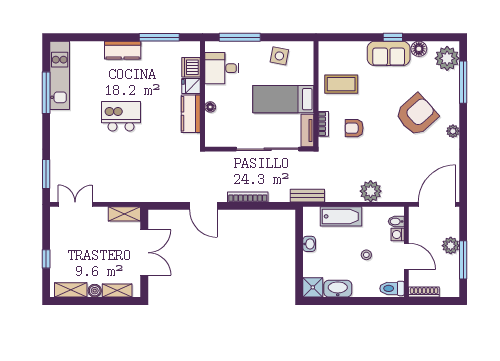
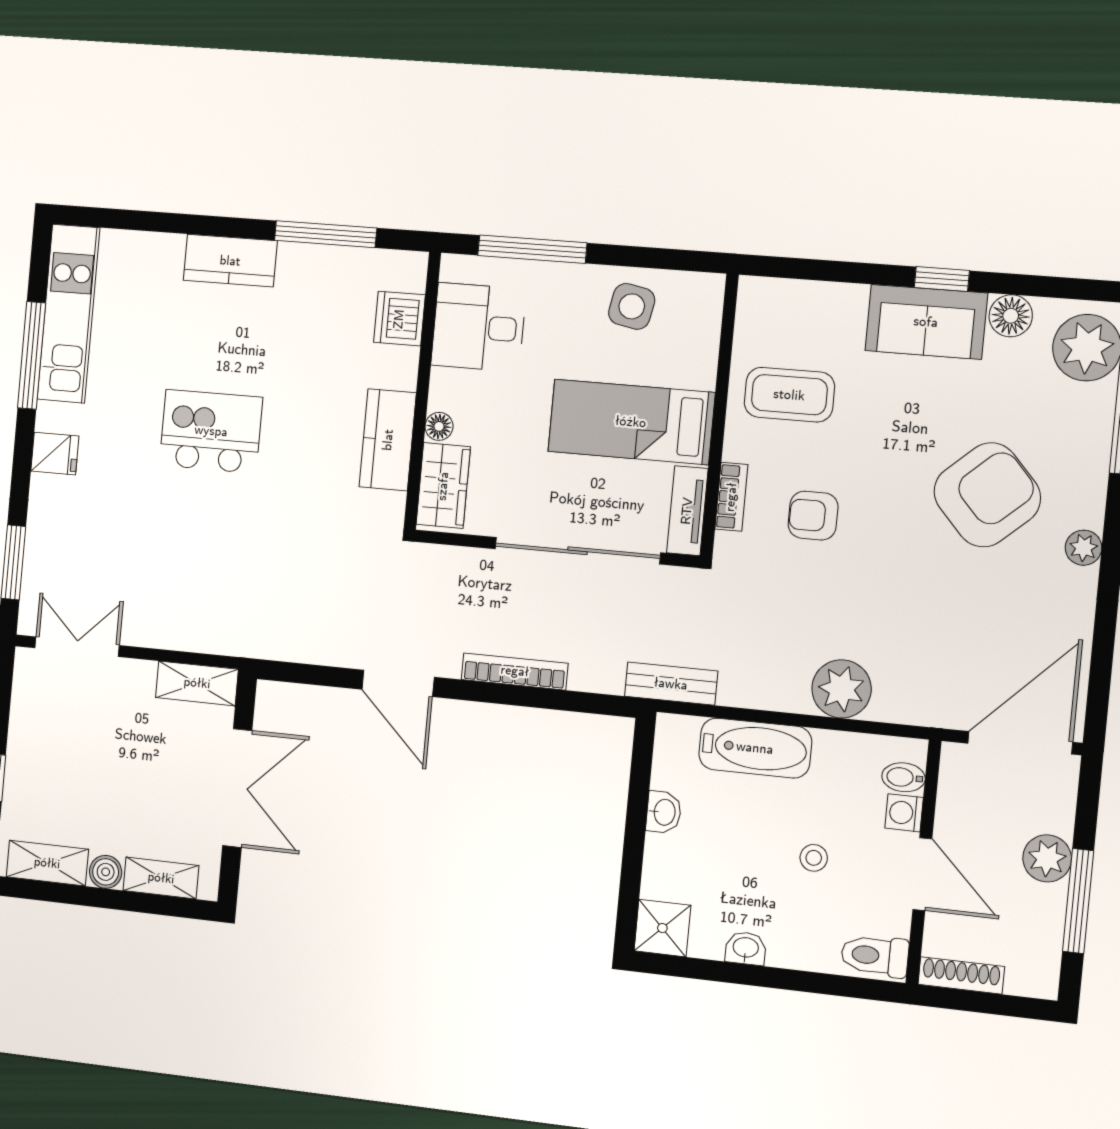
fridge: (191, 86) -> (55, 454), moved, turned 180
wardrobe: (214, 129) -> (443, 486), added
washbasin: (338, 289) -> (746, 948), width x0.52, depth x0.69

